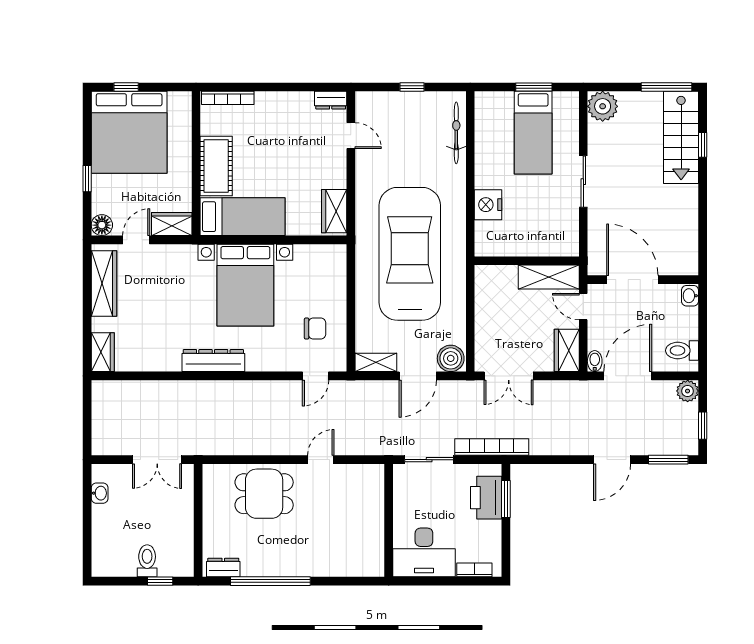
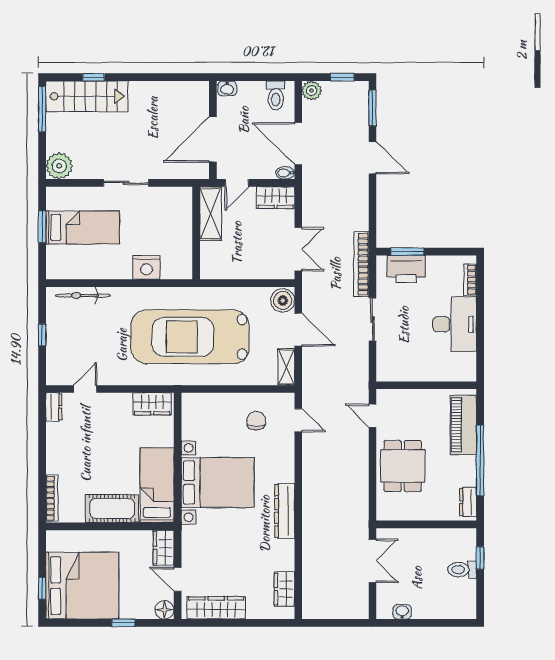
wardrobe: (103, 352) -> (284, 589), moved, turned -90
wall: (389, 520) -> (426, 385), moved
piano: (310, 562) -> (463, 425), added

